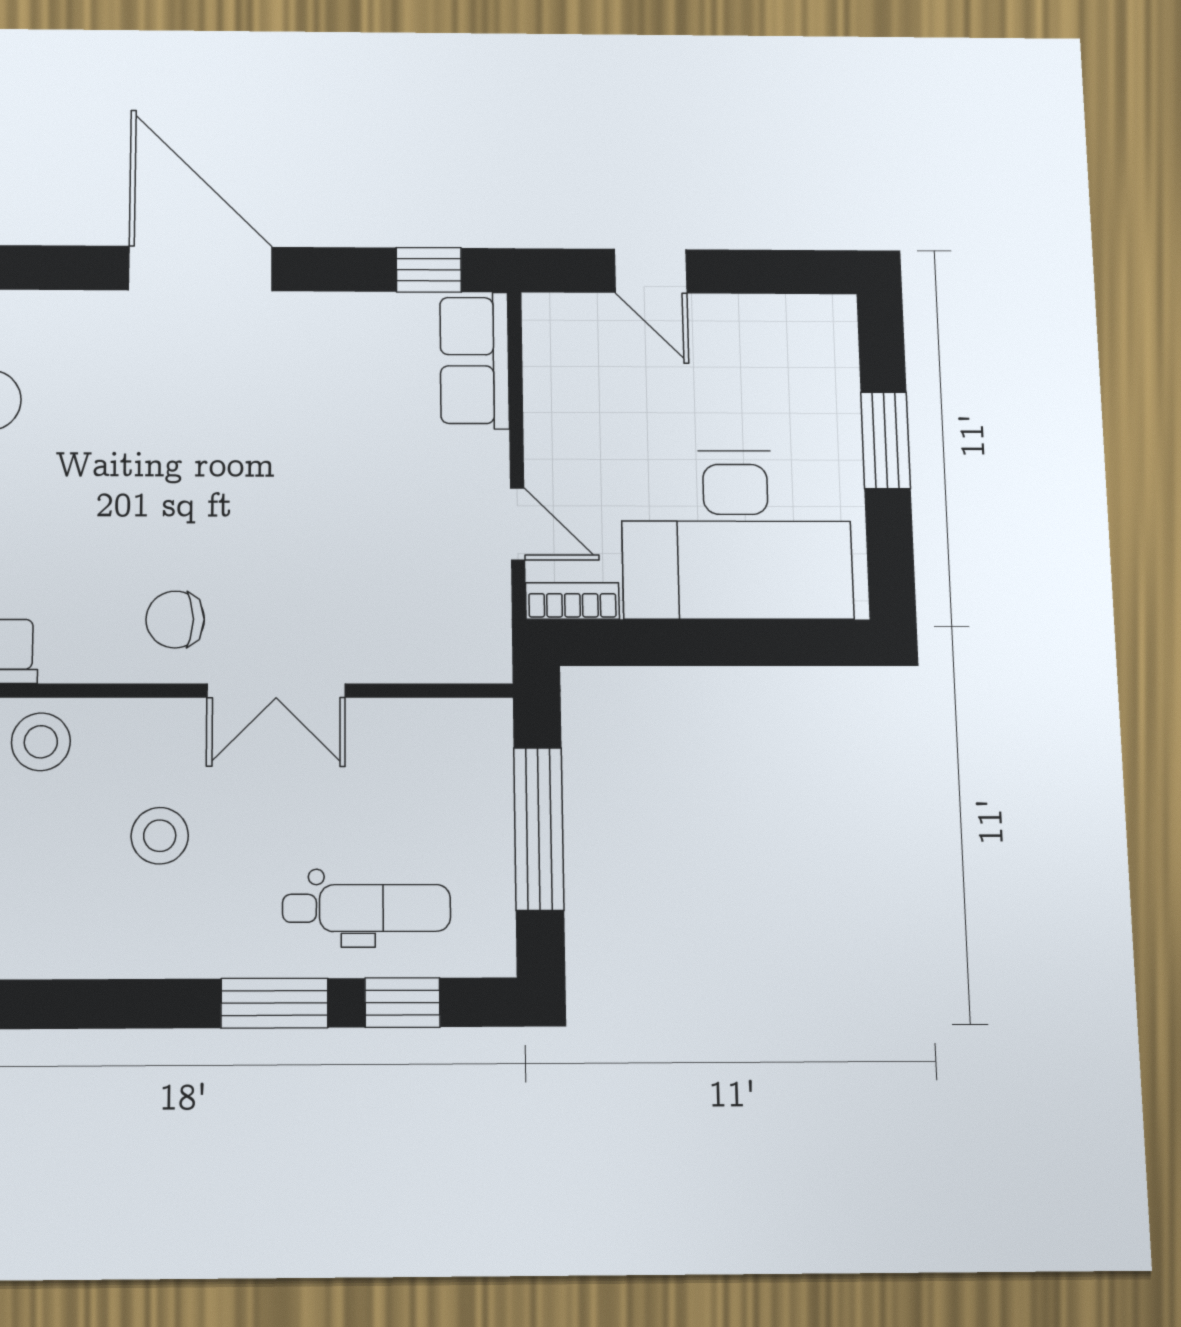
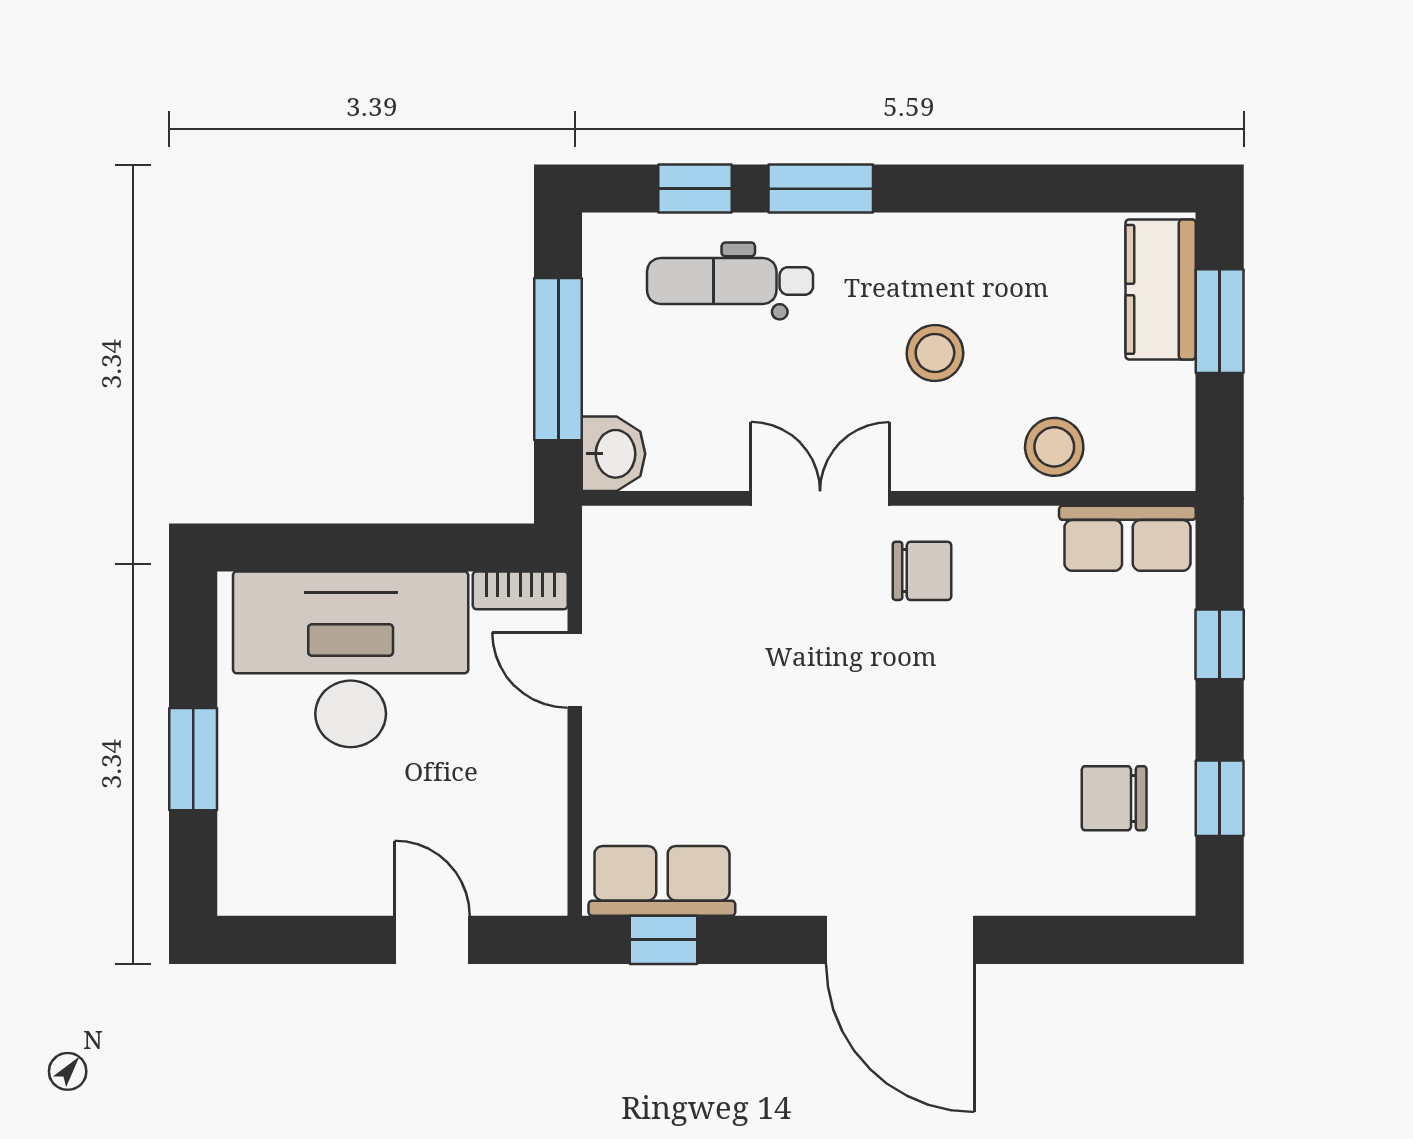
row of seats: (475, 360) -> (662, 881), moved, turned -90
washbasin: (482, 734) -> (614, 454), added

